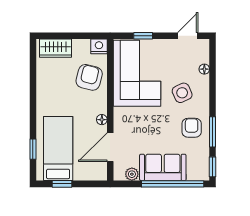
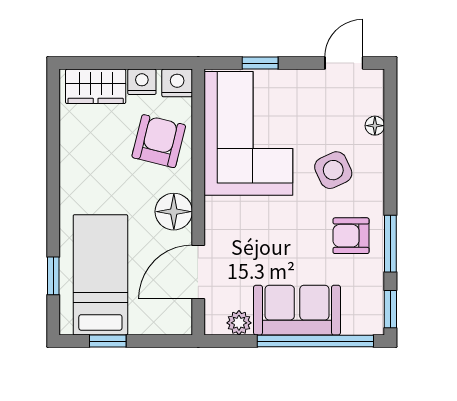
nightstand: (80, 46) -> (142, 82), added
floor lamp: (102, 120) -> (174, 212), width x1.89, depth x1.89
armchair: (192, 128) -> (351, 236), turned -90

